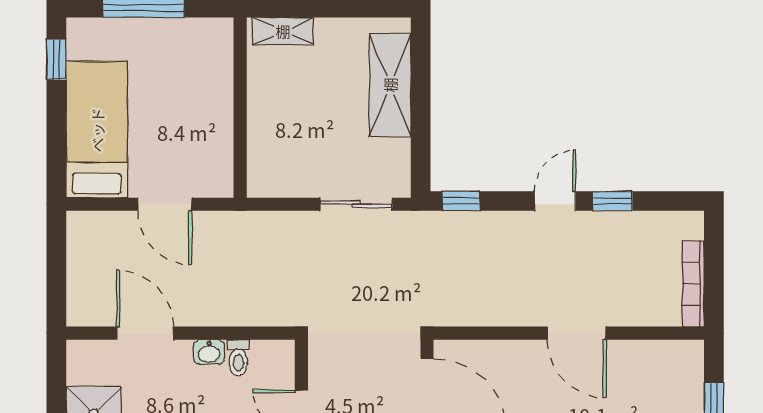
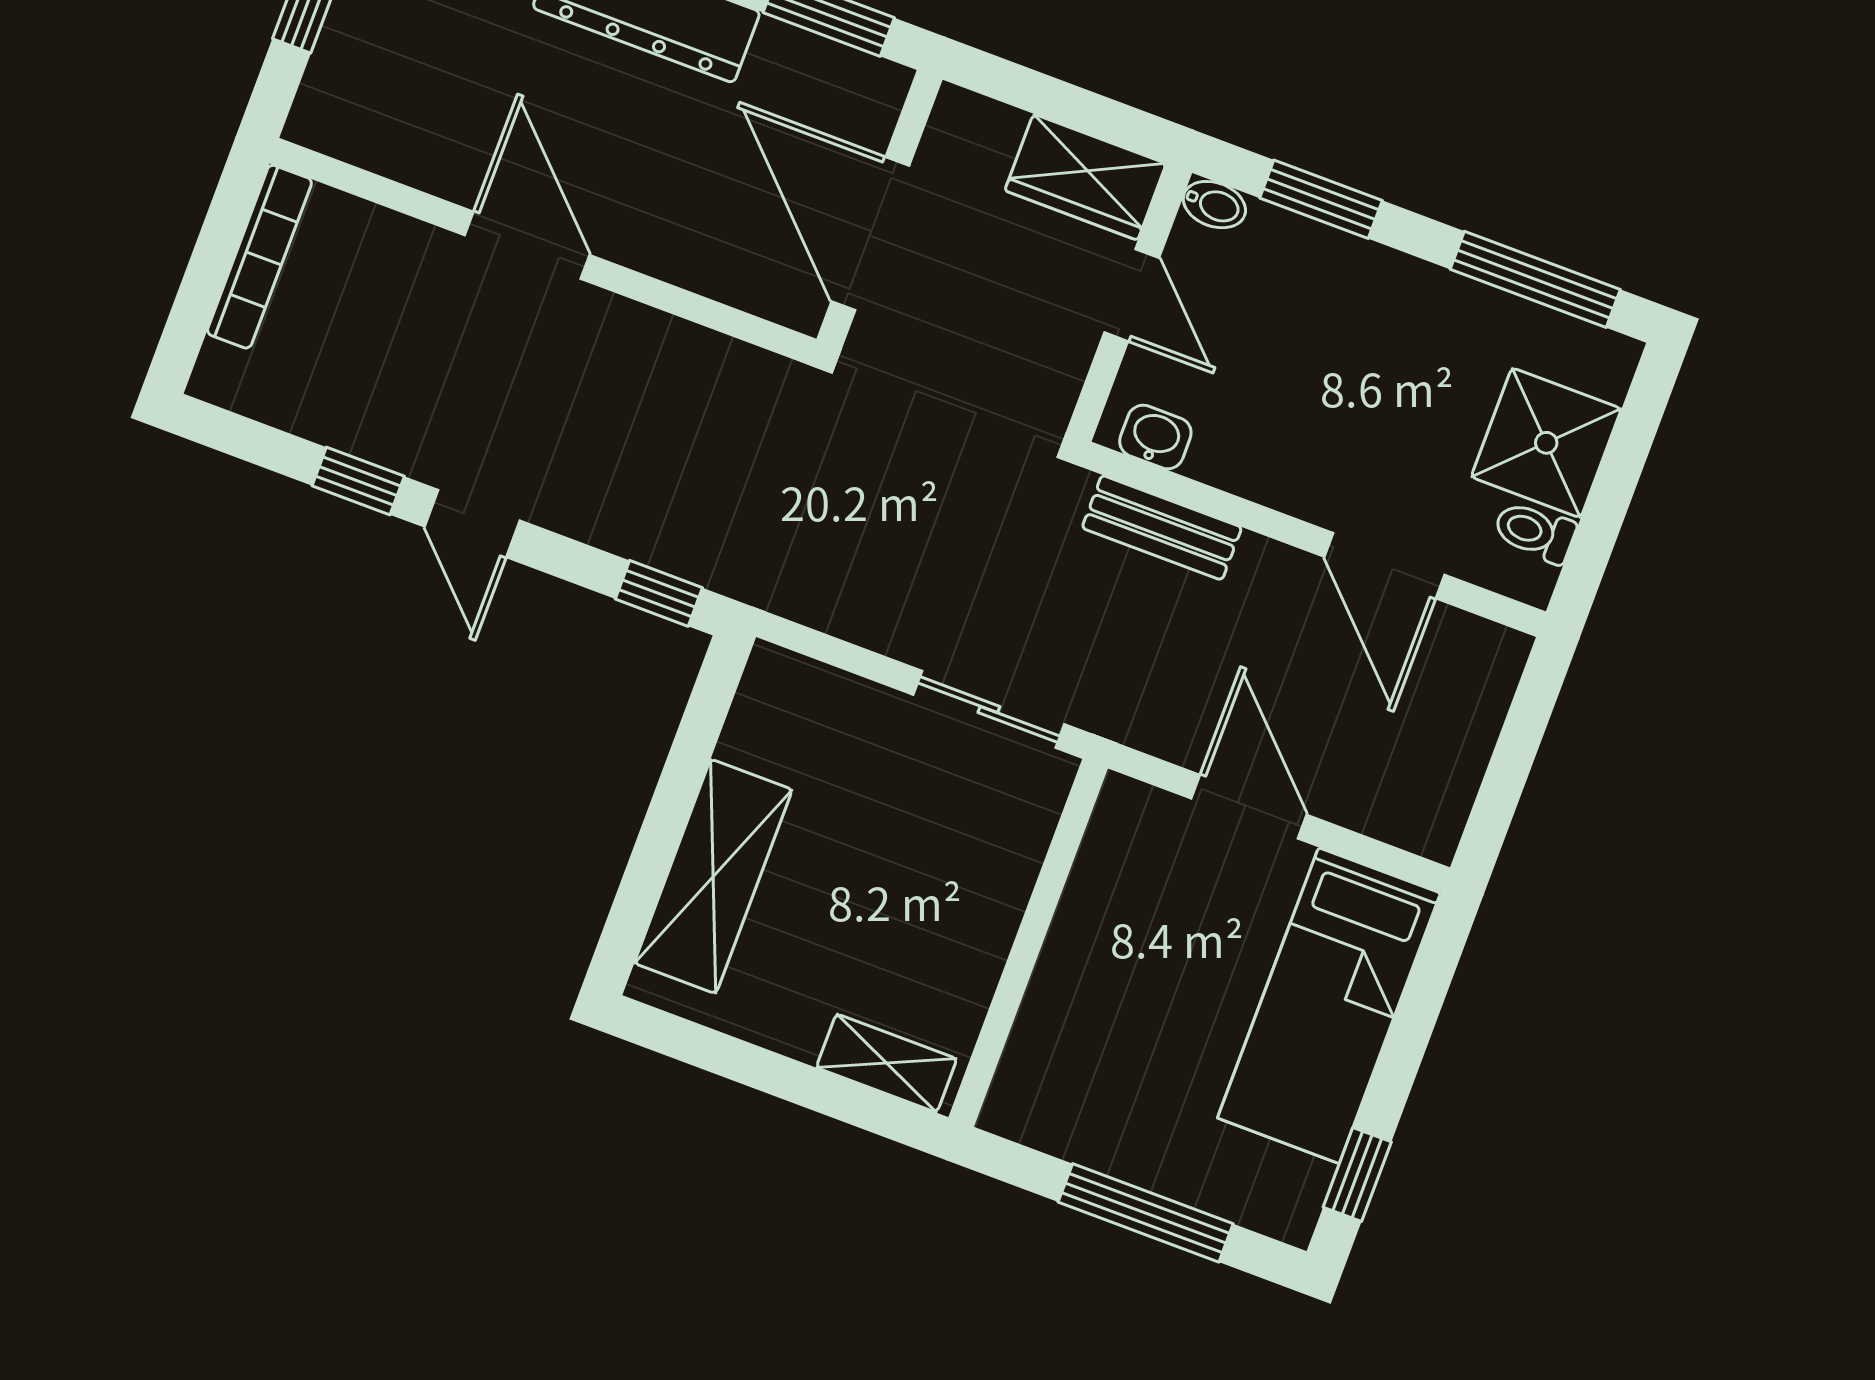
door: (555, 201) -> (472, 524), hinge flipped
sliding door: (356, 204) -> (989, 709), moved
bench: (250, 313) -> (1162, 528), added
washbasin: (209, 352) -> (1155, 437), moved
toilet: (238, 358) -> (1535, 532), moved, turned -90

